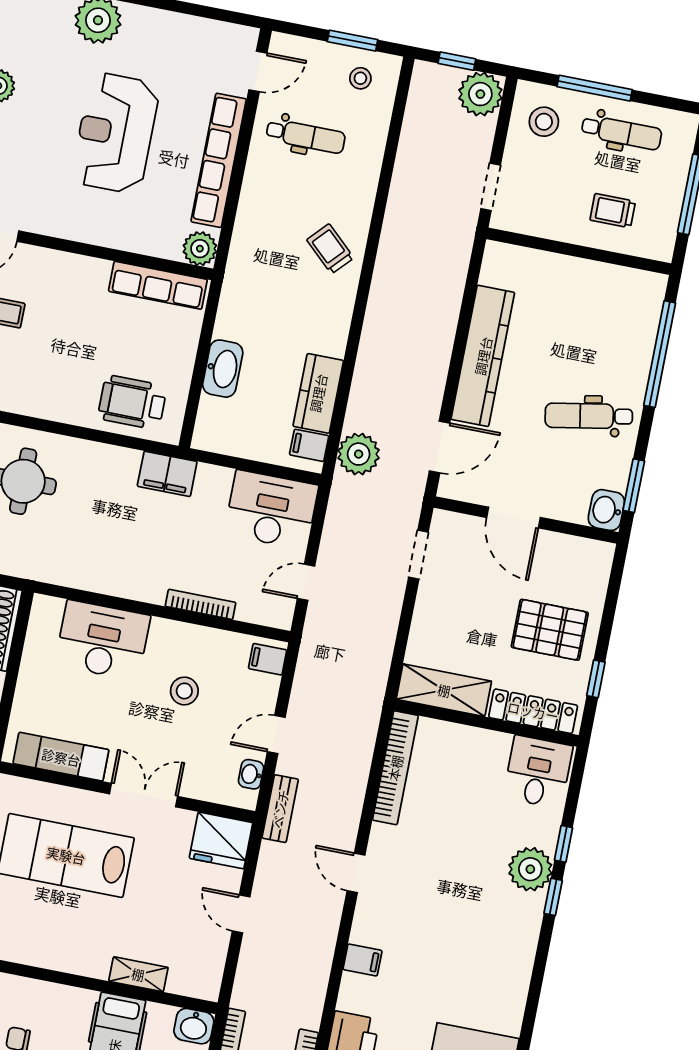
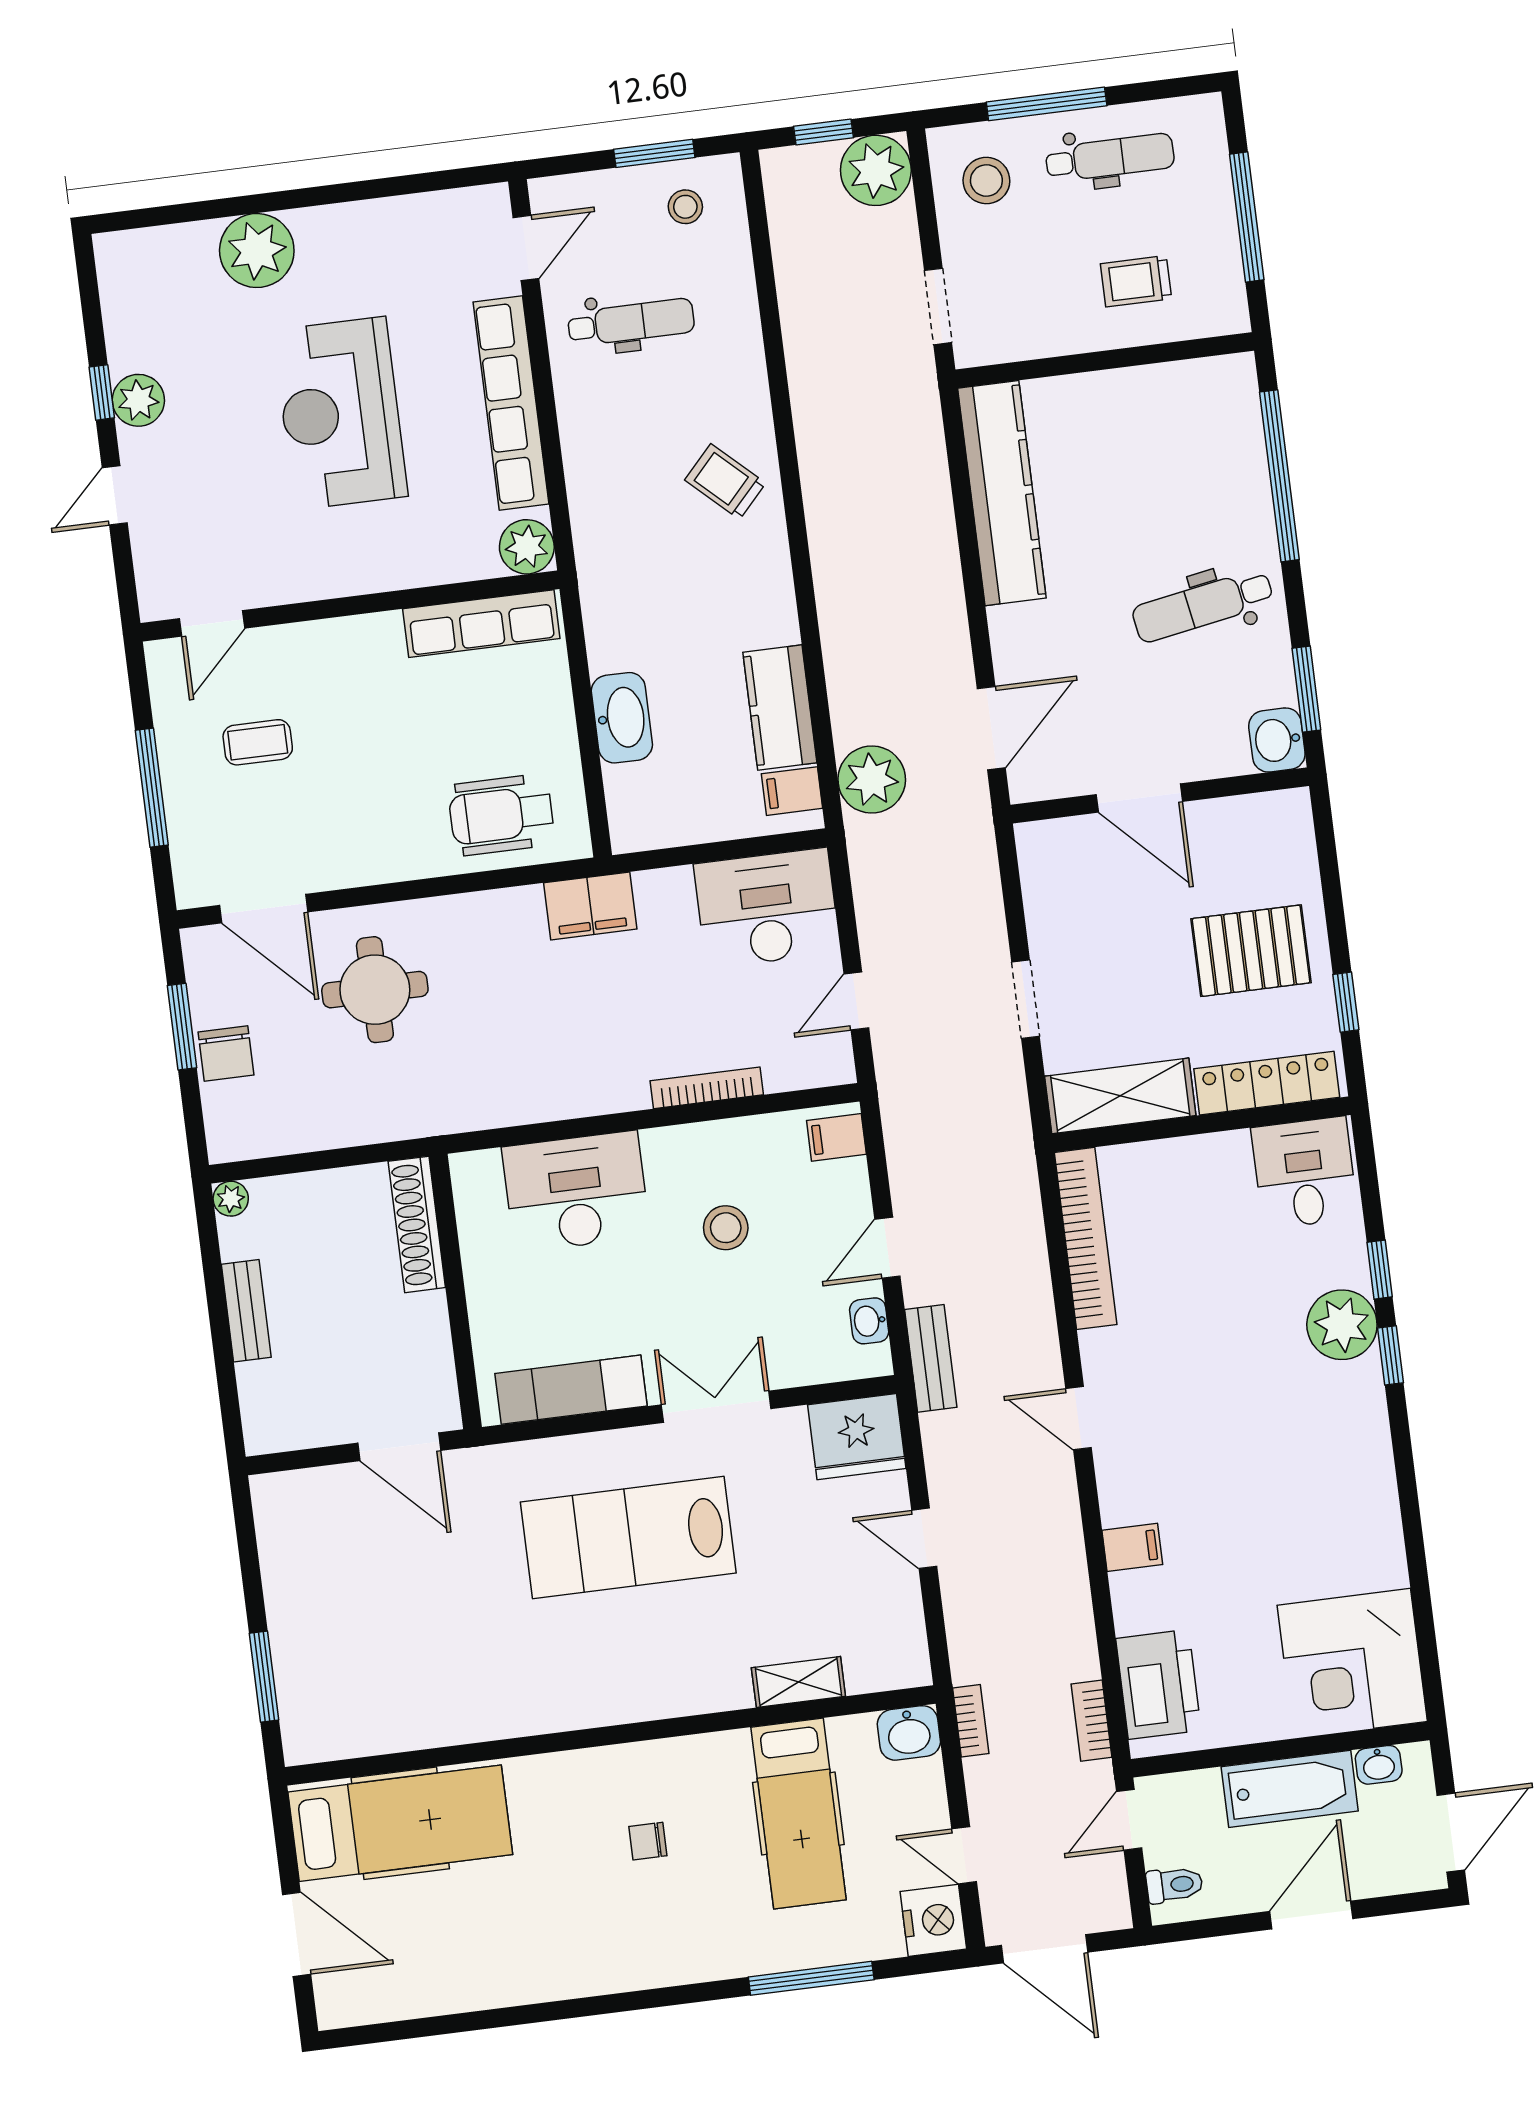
kitchen counter: (483, 356) -> (1002, 493), moved
doorway: (418, 555) -> (1026, 999), moved

